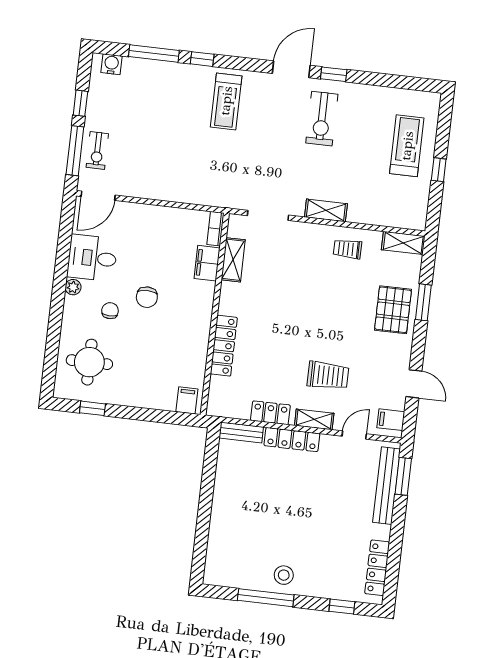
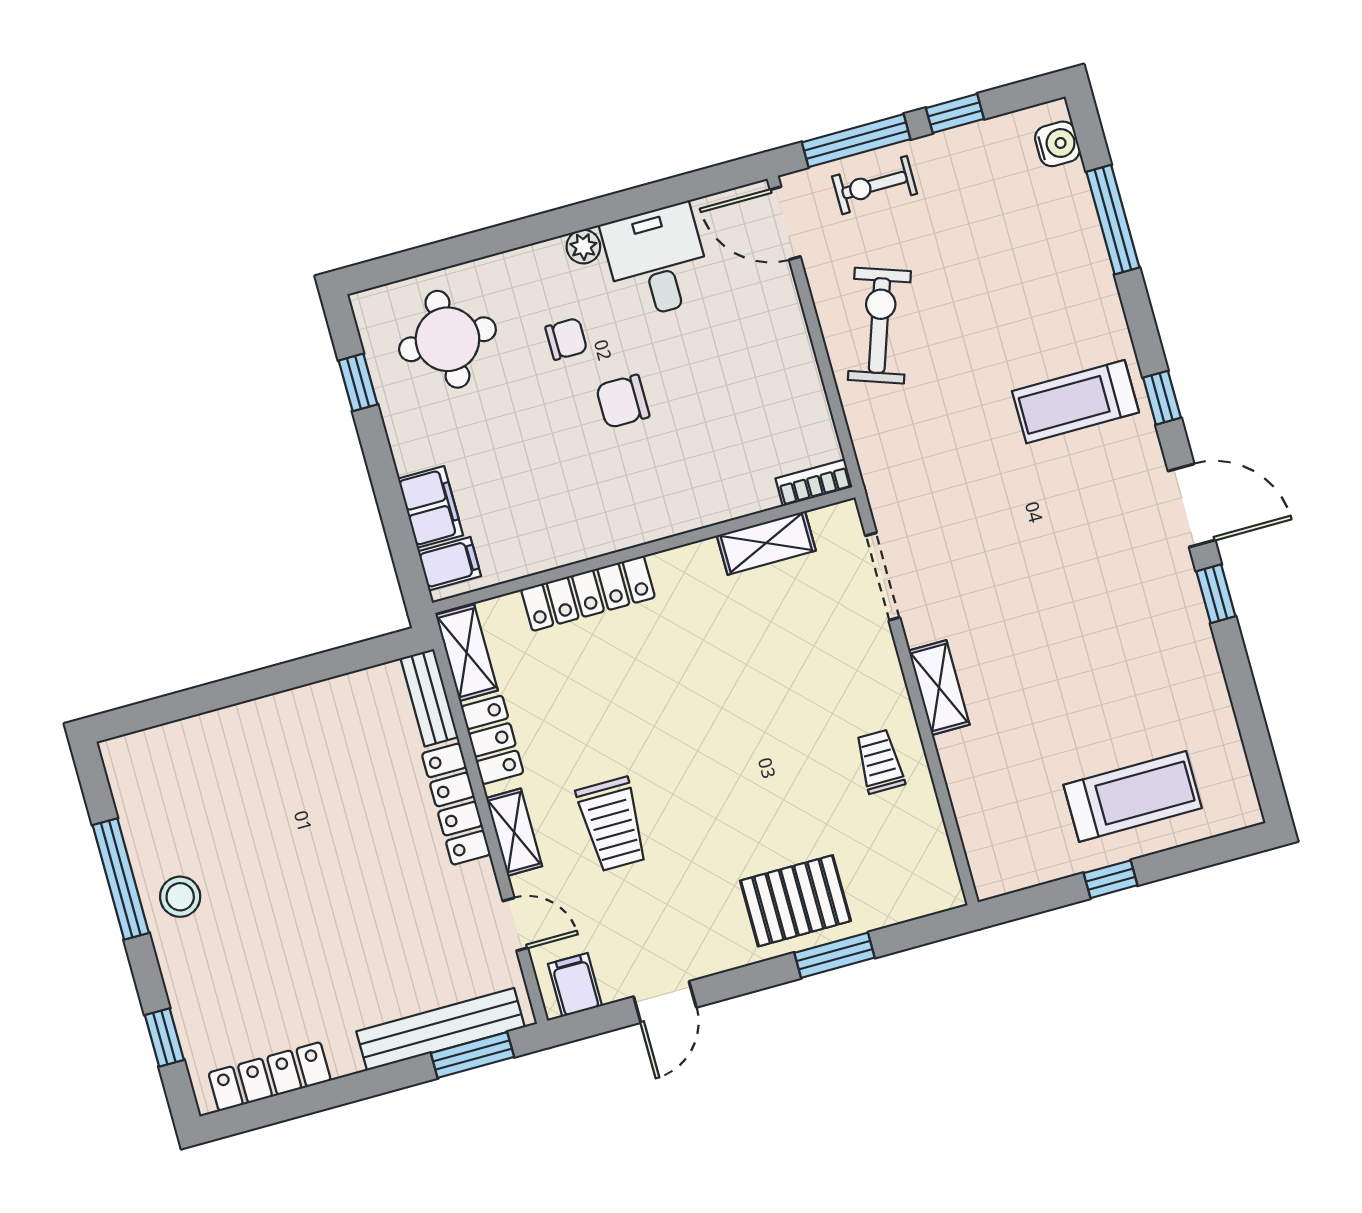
window: (202, 59) -> (1162, 398), moved
exercise bike: (322, 119) -> (879, 326), moved, turned 109
shelving: (403, 243) -> (467, 653), moved
filing cabinet: (207, 263) -> (431, 507), moved, turned 90

